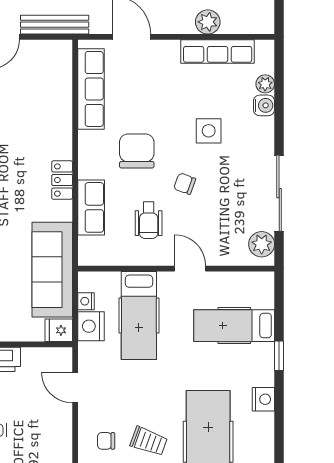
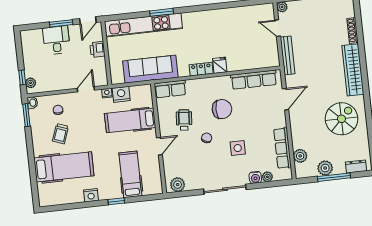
plant: (208, 22) -> (300, 156), moved
sliding door: (279, 193) -> (225, 189), moved
row of seats: (91, 207) -> (170, 89), moved
wheelchair: (149, 220) -> (184, 120), turned 95
nightstand: (86, 301) -> (107, 93), moved
fridge: (59, 330) -> (220, 65), moved

